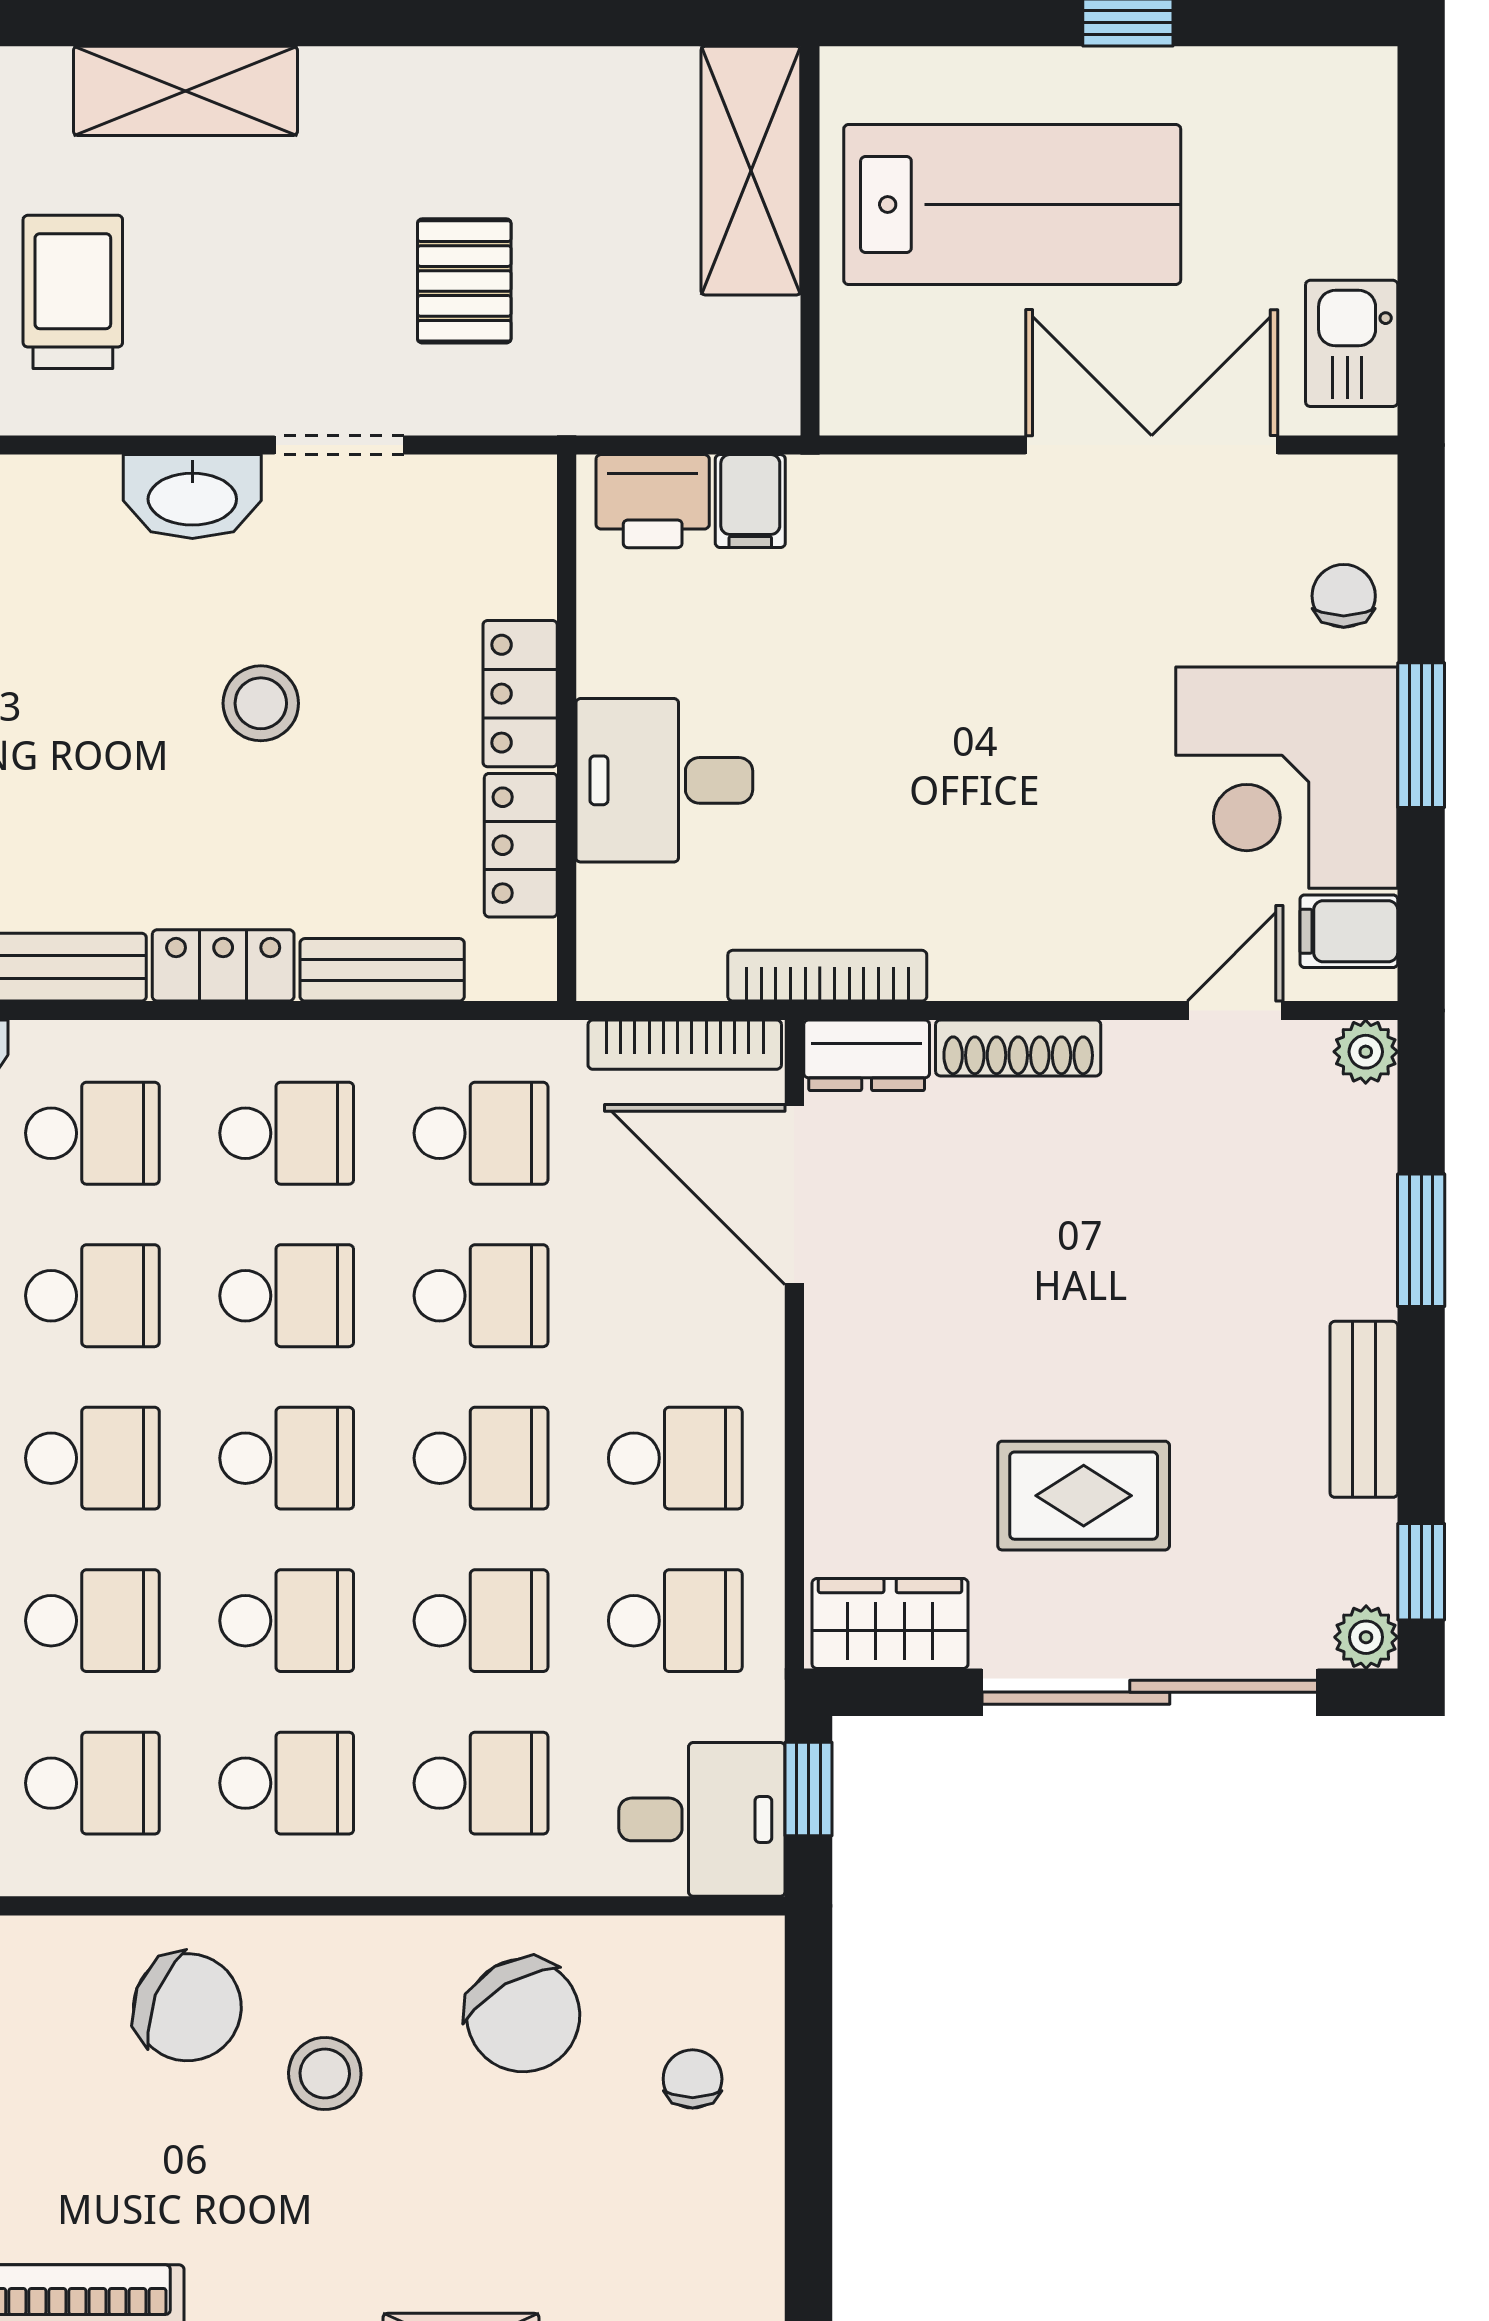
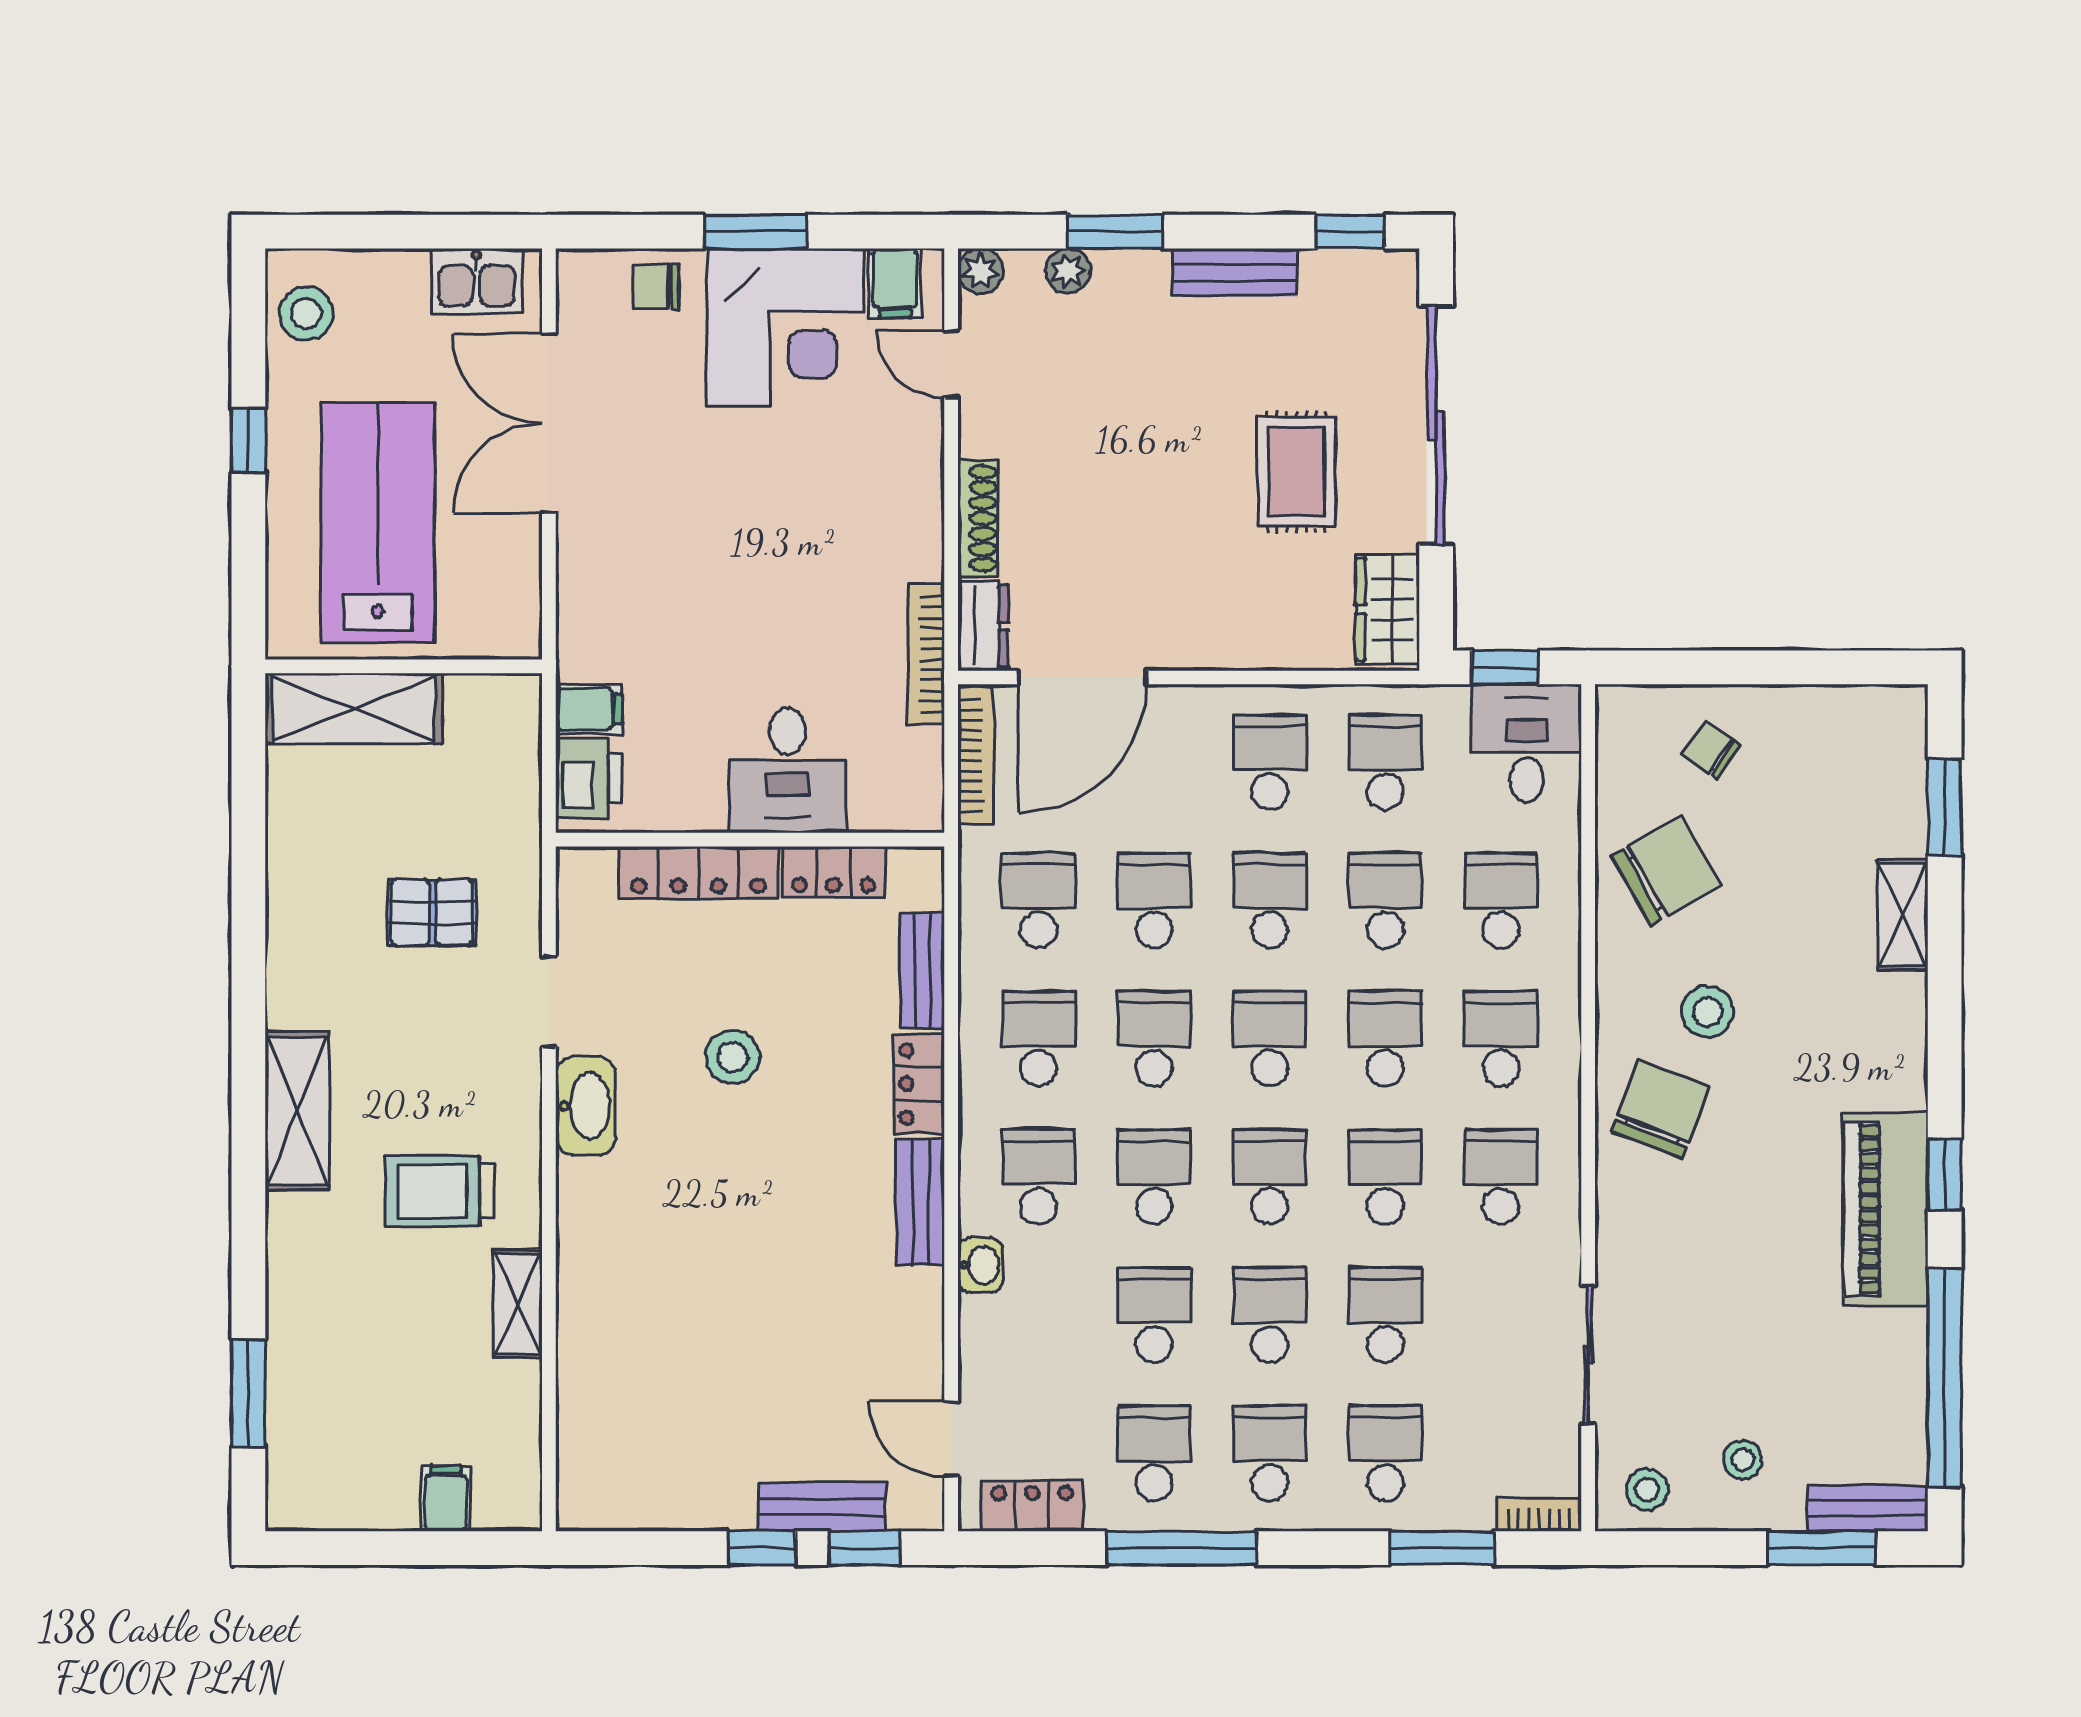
stool: (1306, 104) -> (306, 313), added
locker: (520, 694) -> (698, 873), width x1.53
plant: (1366, 1637) -> (1068, 271), moved
chair: (693, 2079) -> (1711, 750), turned 35

